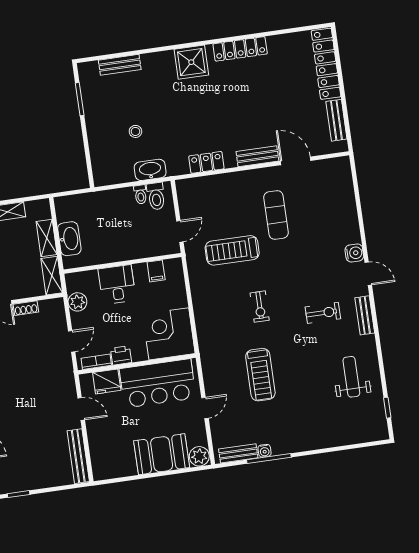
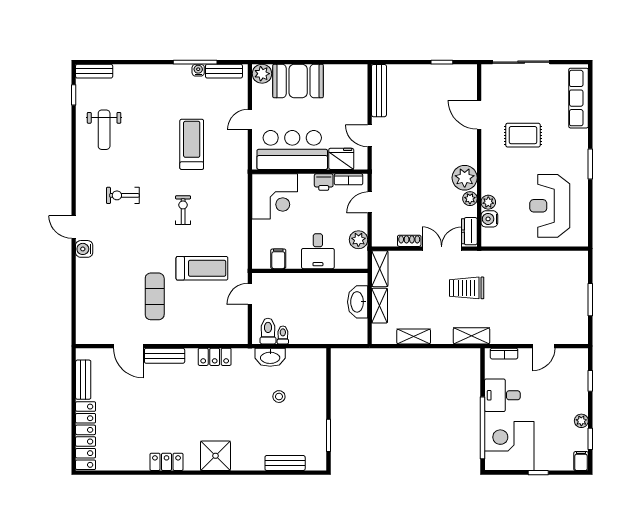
locker: (240, 49) -> (167, 462), width x0.66
bench: (365, 315) -> (94, 71), moved, turned 90

